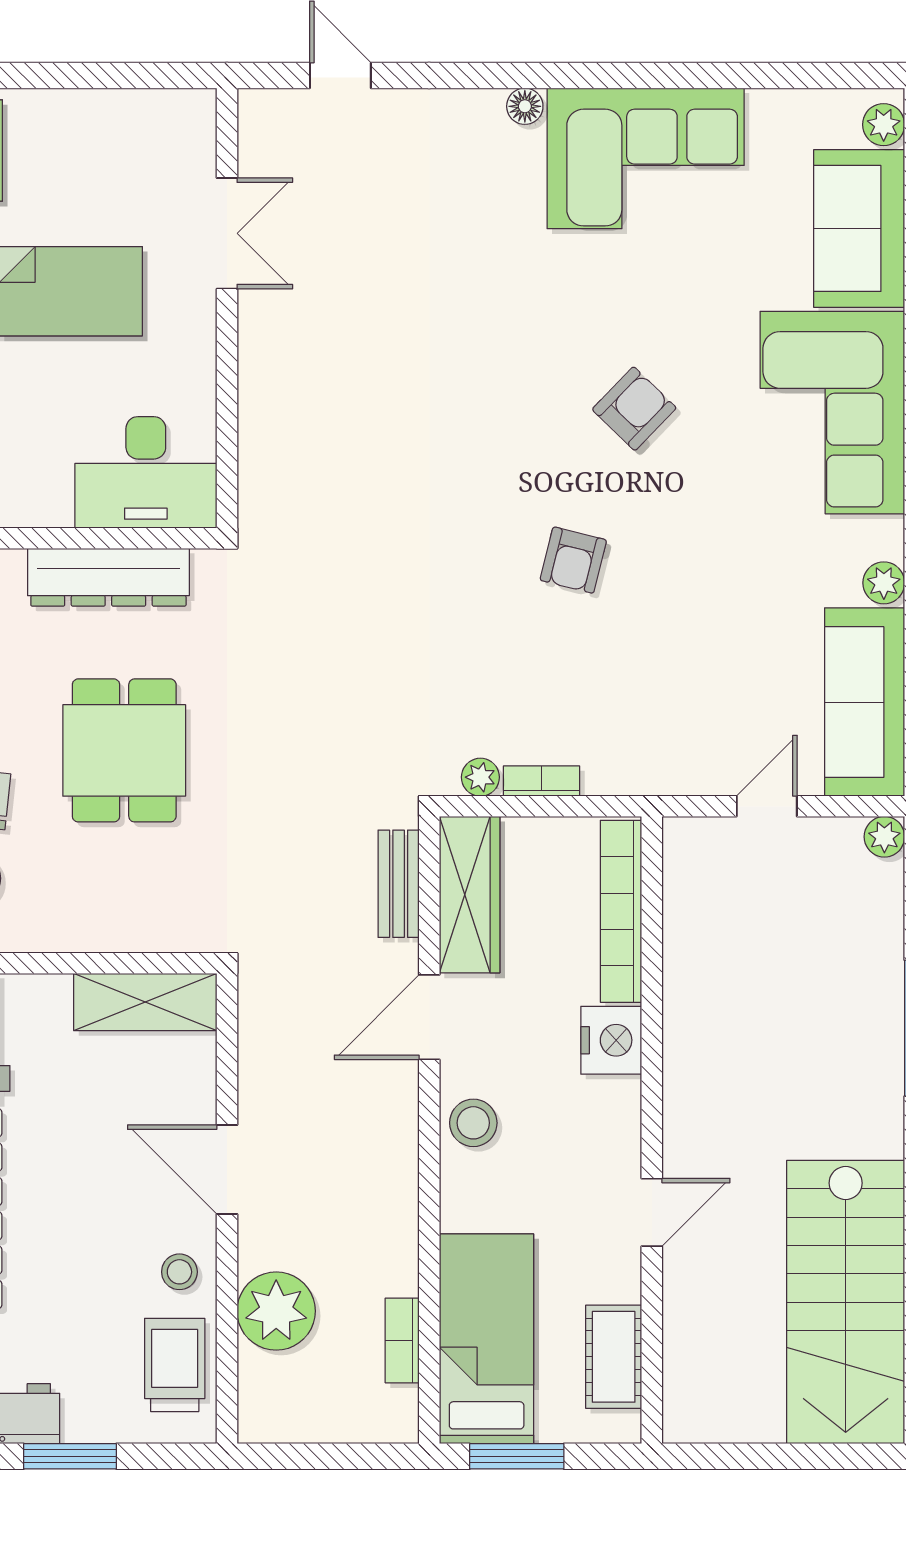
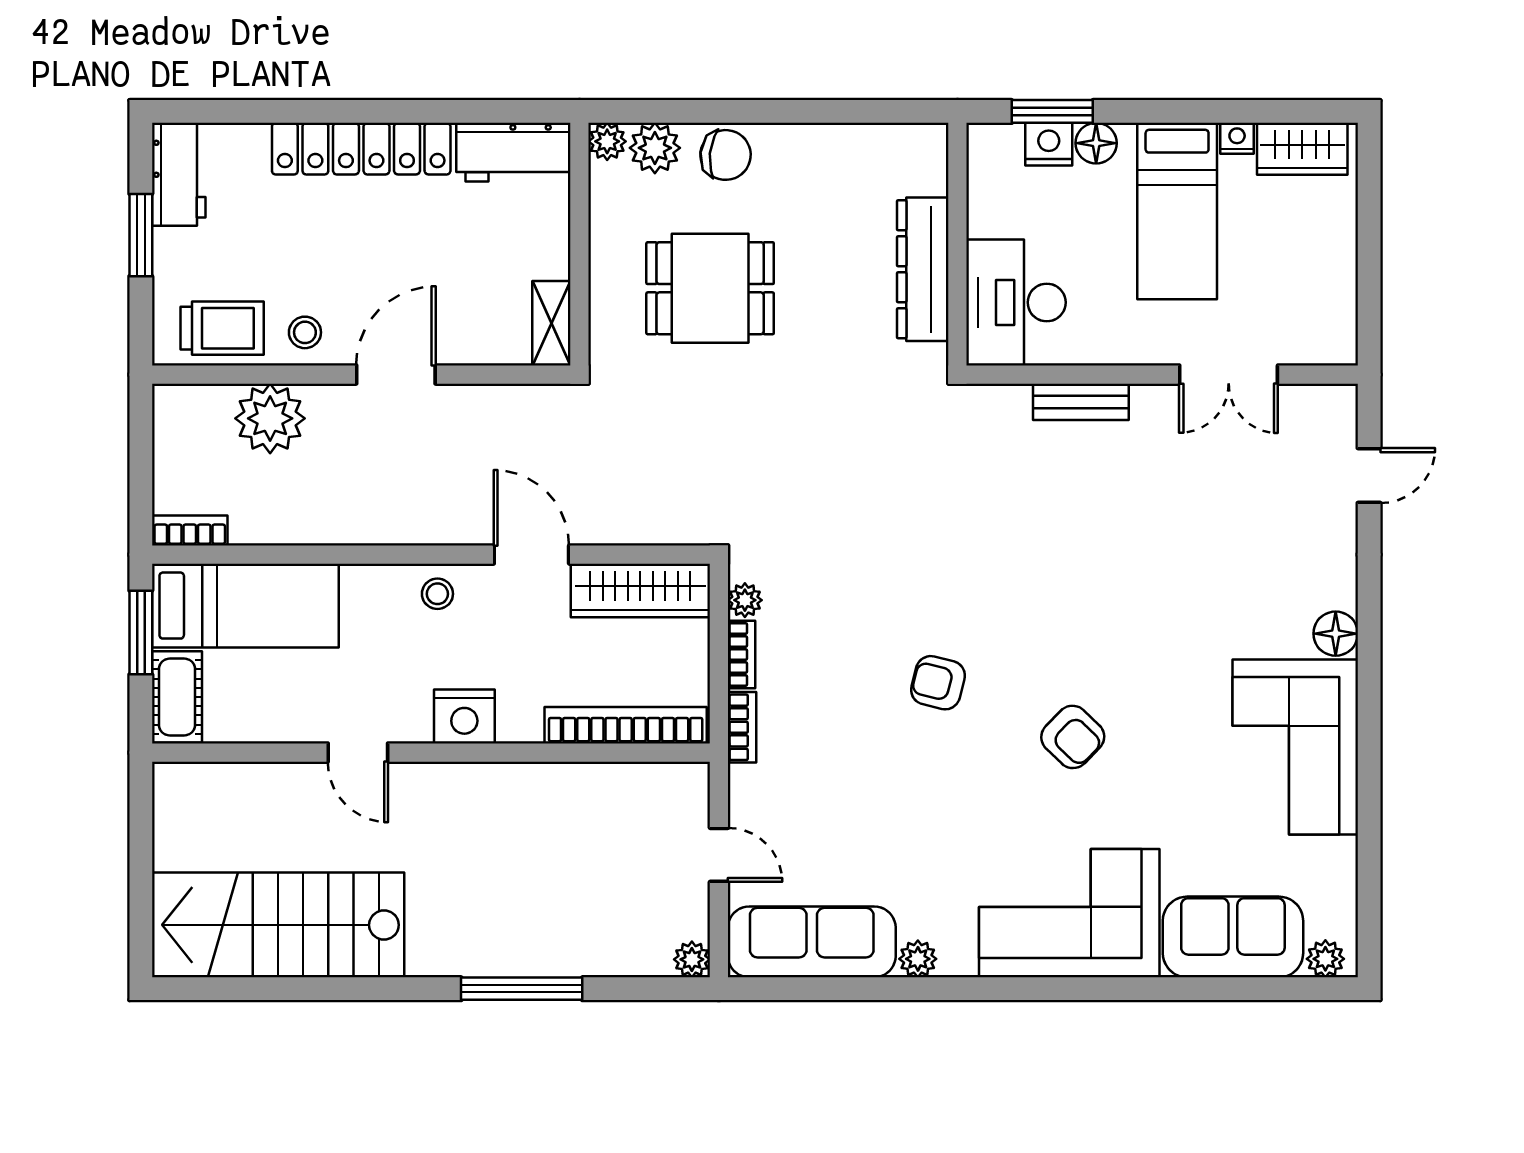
floor lamp: (525, 106) -> (1336, 634), width x1.37, depth x1.37
dining table: (124, 750) -> (710, 288), moved
bookcase: (623, 780) -> (742, 727), added
bench: (399, 884) -> (1081, 402), moved
shelving: (145, 1002) -> (551, 323), width x0.67, depth x0.75
nightstand: (611, 1040) -> (464, 716), moved
stool: (473, 1123) -> (437, 594), width x0.73, depth x0.73
bookcase: (402, 1340) -> (190, 531), moved
cot: (614, 1357) -> (177, 697), moved, turned 90

